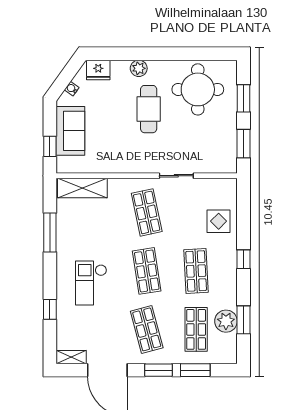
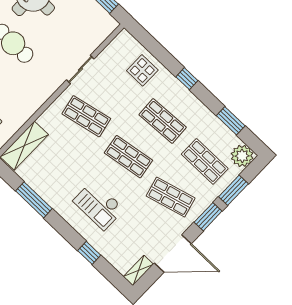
plant: (226, 321) -> (242, 156), moved

